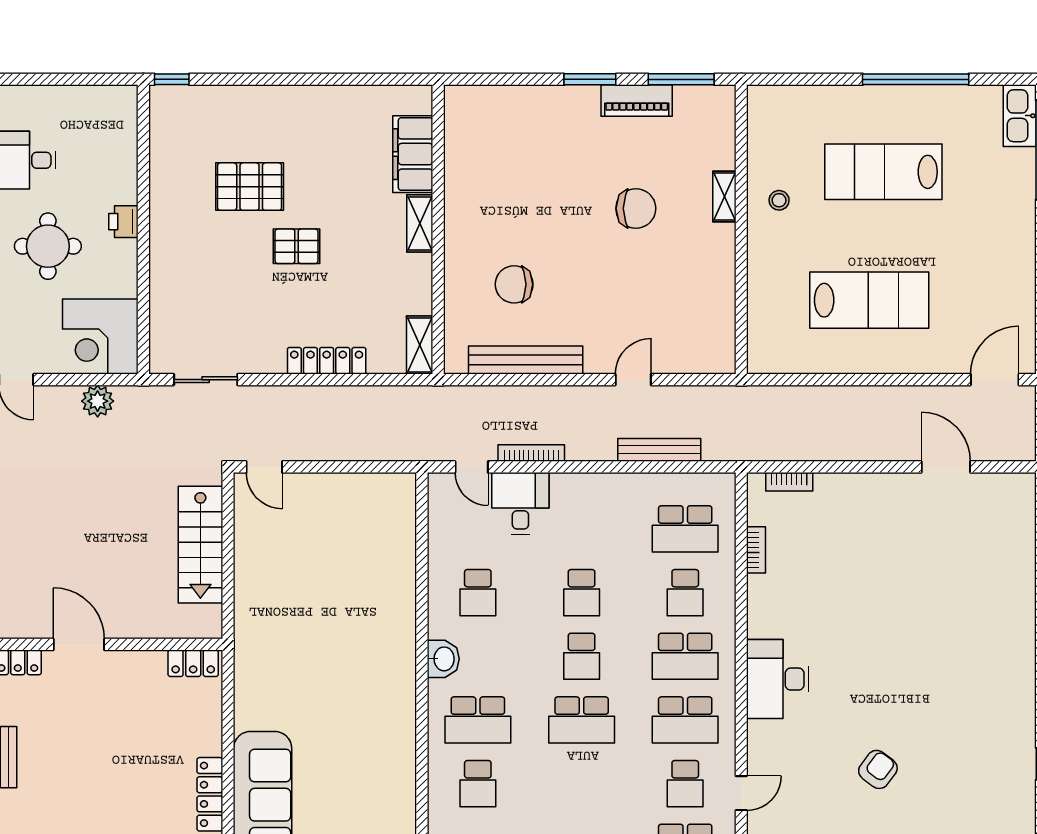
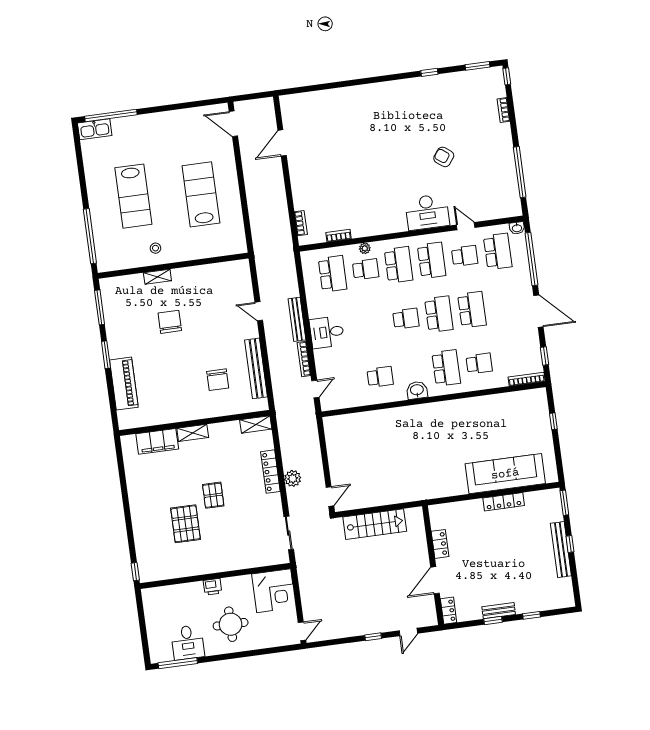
window: (916, 79) -> (90, 236), moved
piano: (637, 101) -> (124, 384), moved, width x1.37, depth x1.33
plant: (98, 401) -> (293, 478), moved
bench: (659, 450) -> (297, 319), moved
desk: (520, 503) -> (327, 332), moved
school desk: (582, 593) -> (472, 310), moved, width x1.85
plant: (725, 596) -> (365, 248), added
locker: (193, 663) -> (440, 544), moved
desk: (778, 679) -> (427, 212), moved

